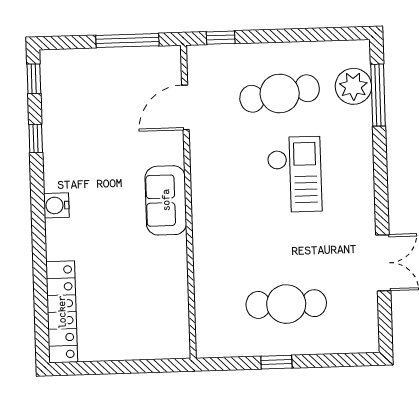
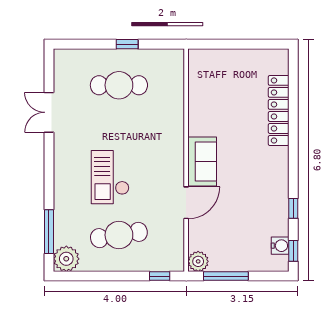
plant: (167, 60) -> (198, 261), added
plant: (353, 86) -> (66, 259), moved
door: (185, 107) -> (186, 203), moved
water cooler: (56, 205) -> (280, 246), moved
locker: (62, 312) -> (279, 110), moved

